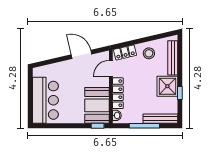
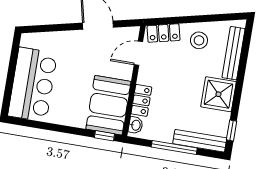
locker: (118, 93) -> (141, 100), width x0.66
window: (180, 93) -> (232, 131), moved

